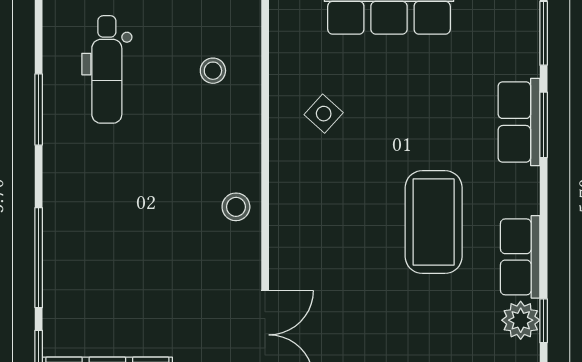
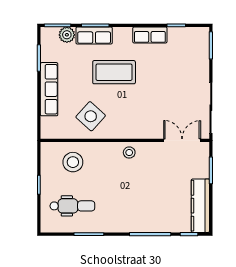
stool: (213, 71) -> (73, 162), width x1.89, depth x1.89
side table: (324, 114) -> (91, 116), width x1.87, depth x1.87
coffee table: (434, 222) -> (114, 72), moved
plant: (521, 320) -> (67, 35), moved

